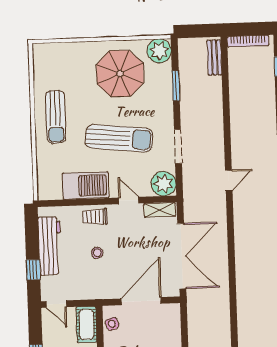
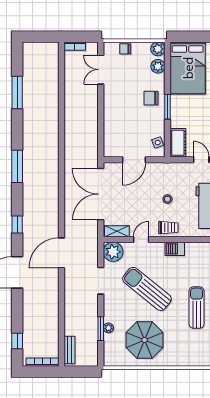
plant: (159, 51) -> (108, 328), moved, width x0.53, depth x0.53
sun lounger: (119, 138) -> (147, 289), turned 33
door: (229, 180) -> (62, 253), width x1.87
barbecue: (86, 186) -> (175, 249), width x0.53, depth x0.65
door: (129, 201) -> (141, 239), swing flipped
door: (141, 301) -> (134, 160), width x0.73

